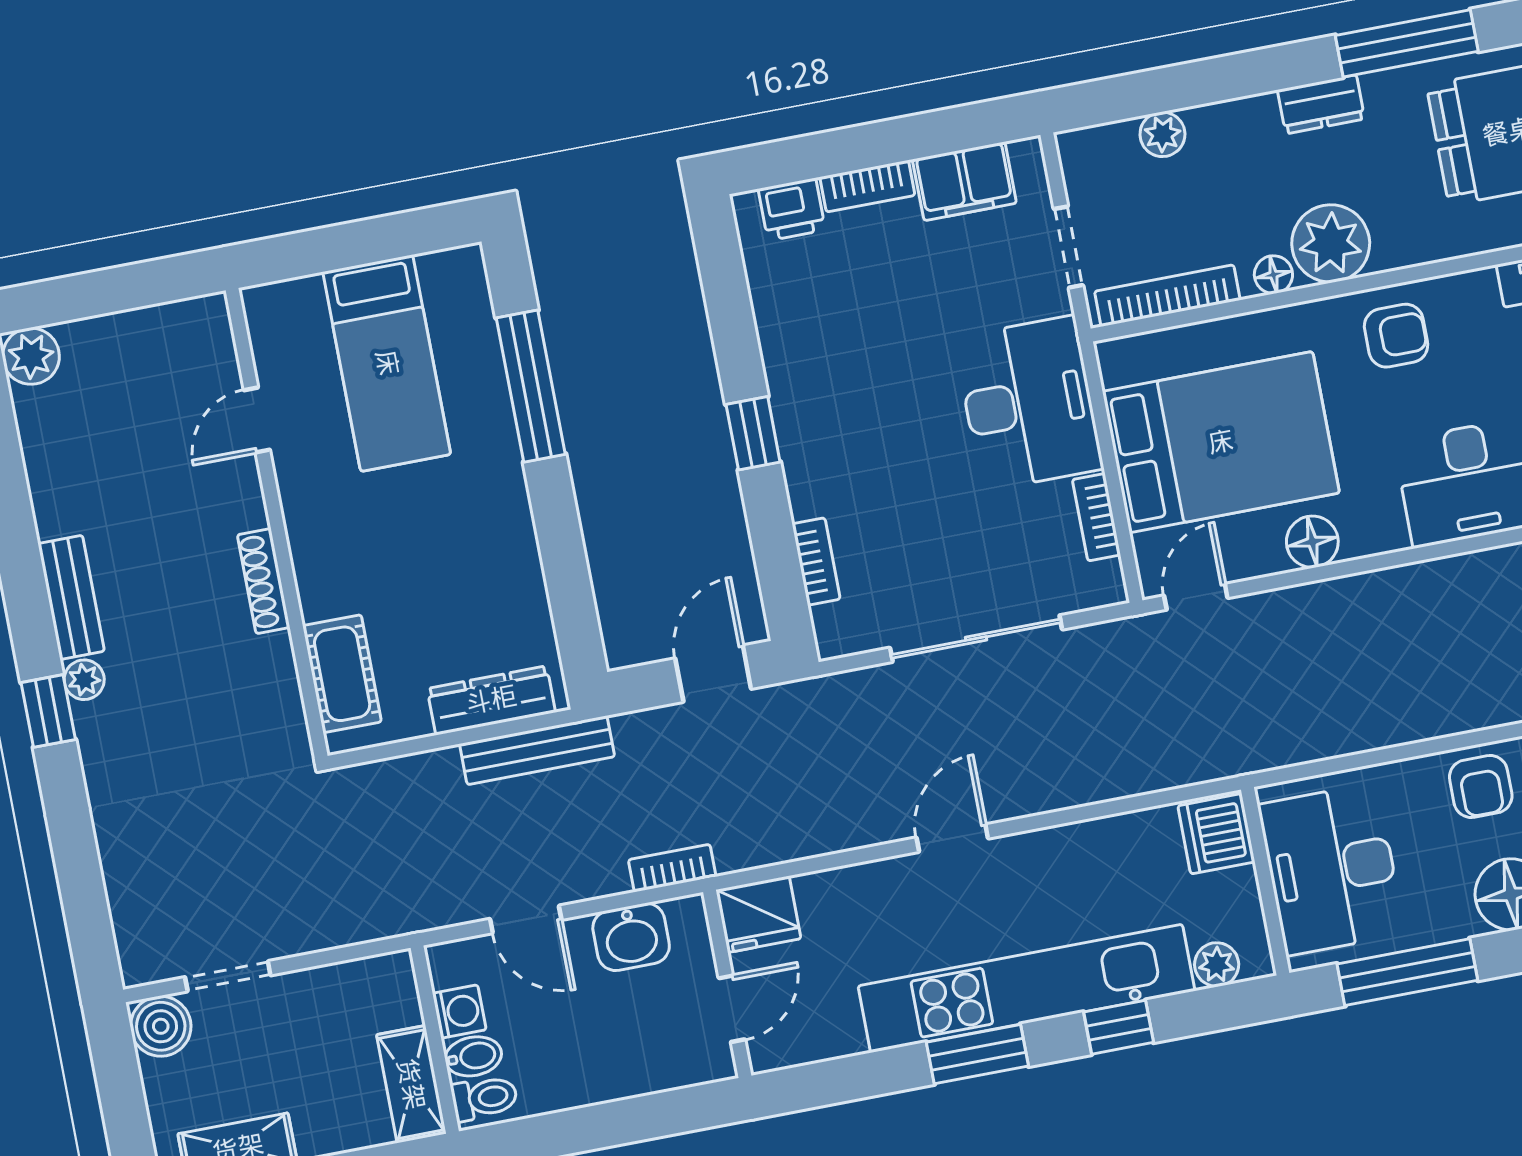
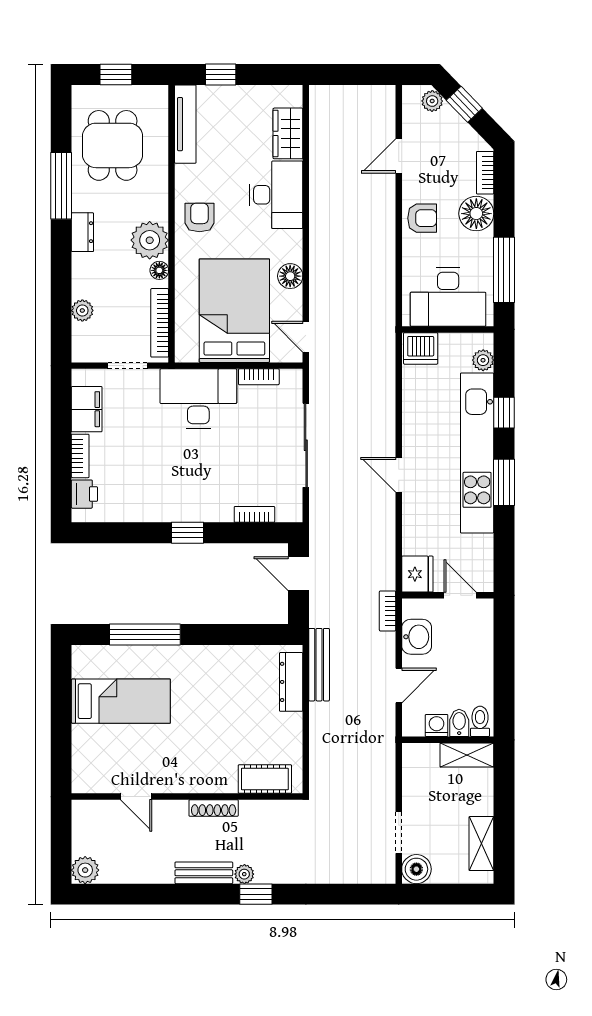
door: (257, 420) -> (136, 797), moved
wall: (277, 523) -> (187, 797), moved
shoe rack: (264, 581) -> (214, 808), moved
cot: (342, 674) -> (265, 779), moved

